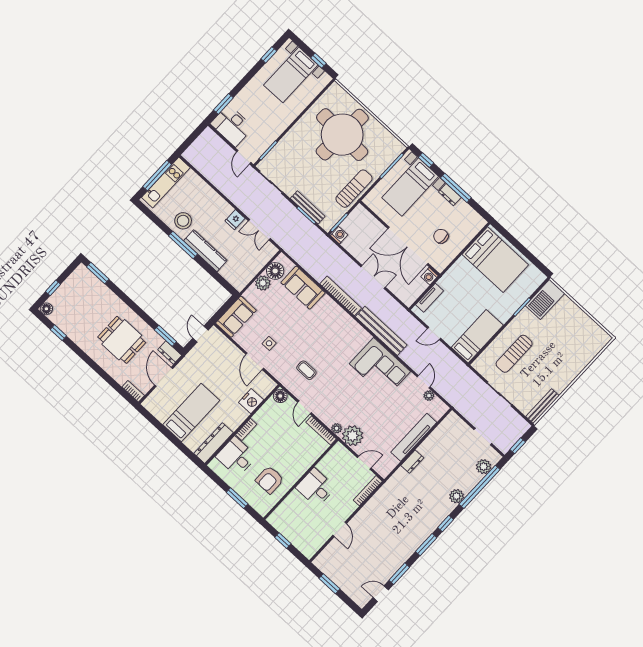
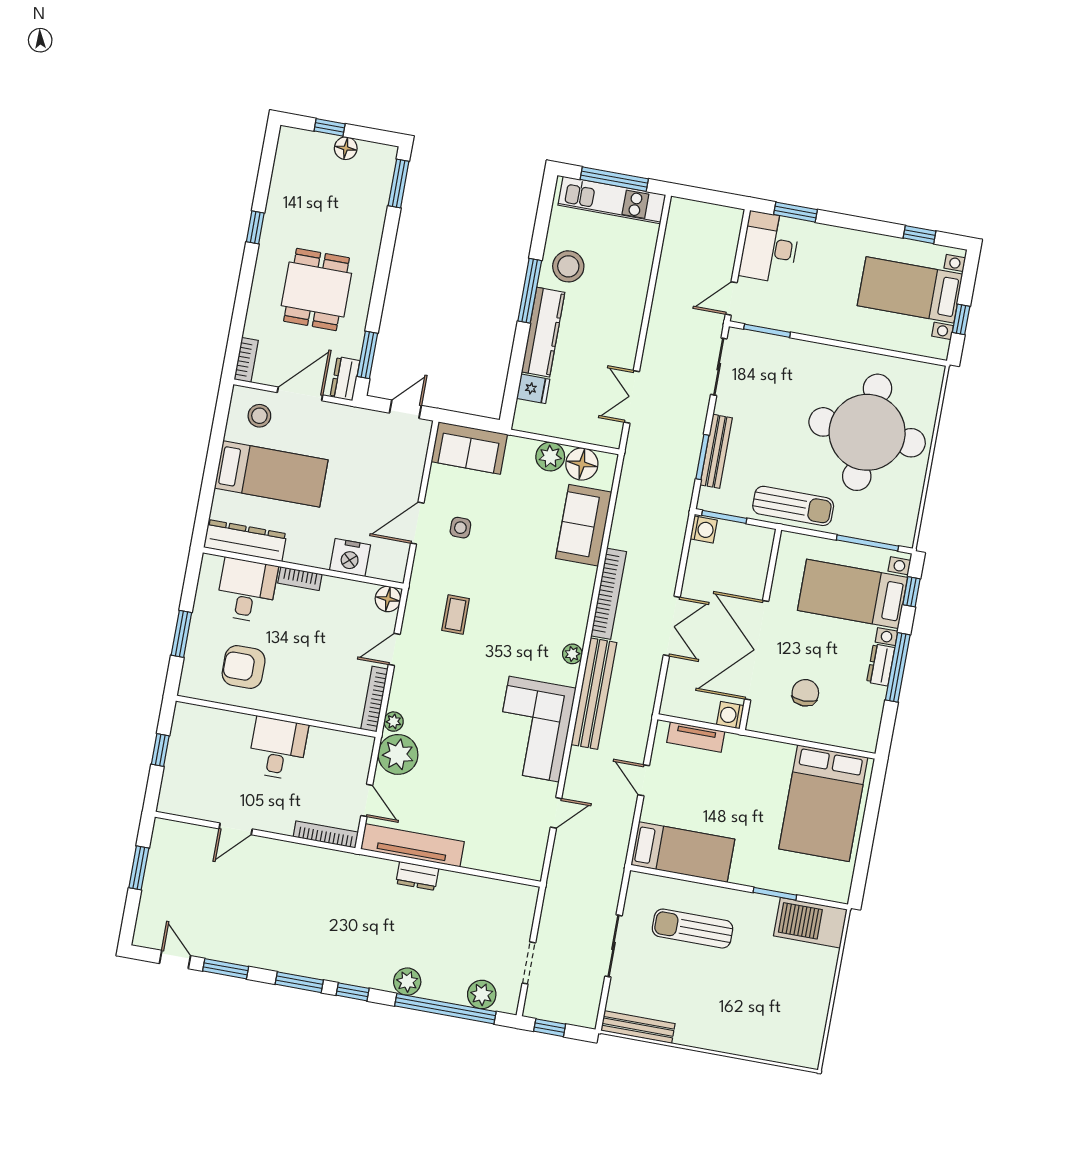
fridge: (235, 220) -> (533, 389), moved, turned 180
floor lamp: (46, 309) -> (346, 148), moved
window: (58, 333) -> (255, 227), moved
plant: (429, 396) -> (572, 654), moved
stool: (162, 401) -> (259, 416), added
tv unit: (414, 437) -> (412, 845), moved

